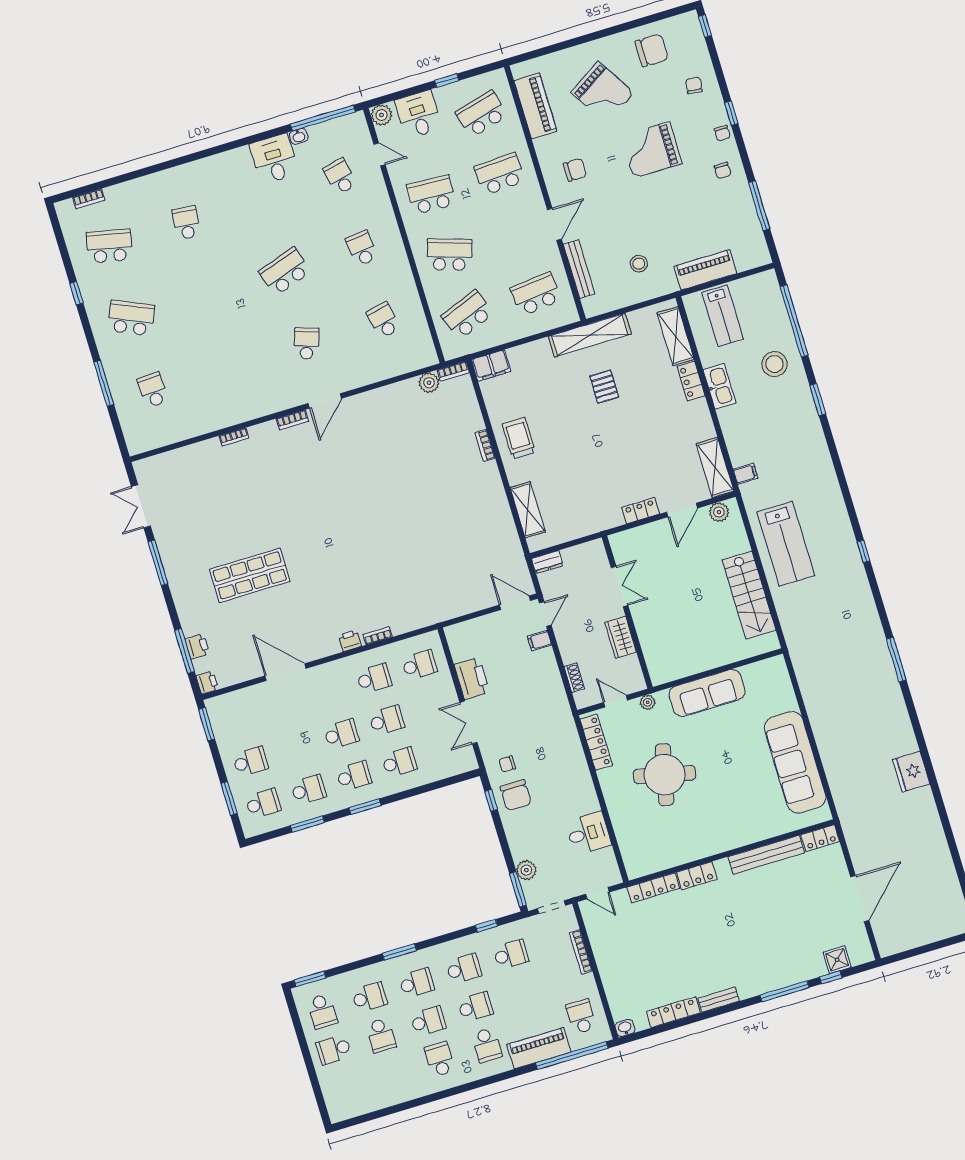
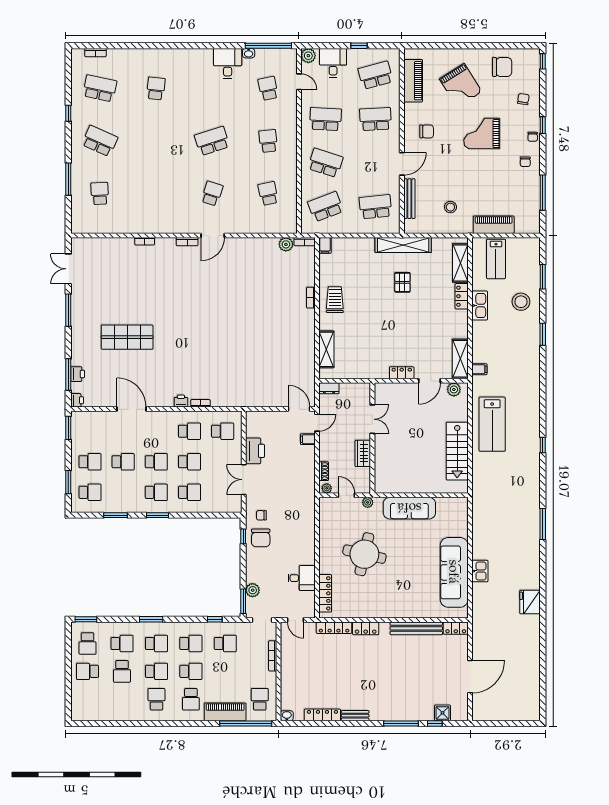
window: (794, 321) -> (543, 277), width x0.47
filing cabinet: (491, 365) -> (325, 245), width x0.50
plant: (586, 700) -> (327, 488), added
locker: (596, 742) -> (325, 593), moved
kitchen sink: (830, 750) -> (480, 571), added
school desk: (308, 790) -> (123, 462), moved

